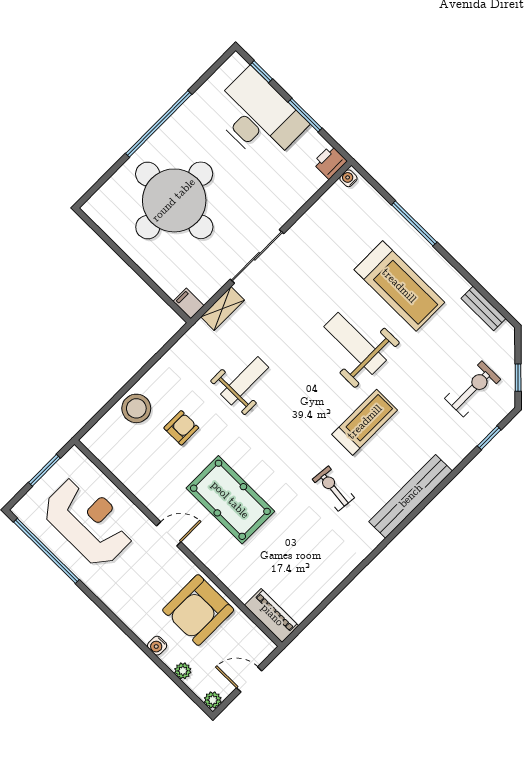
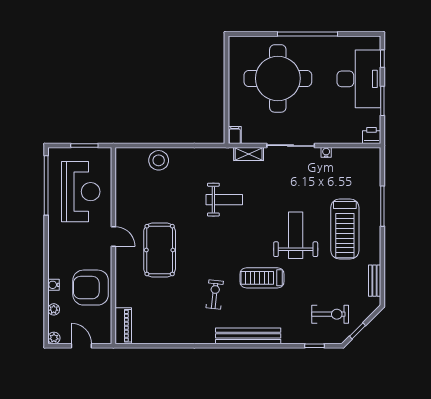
water cooler: (348, 178) -> (326, 152), moved
treadmill: (365, 422) -> (262, 278), turned 180
armchair: (181, 428) -> (171, 192), removed

